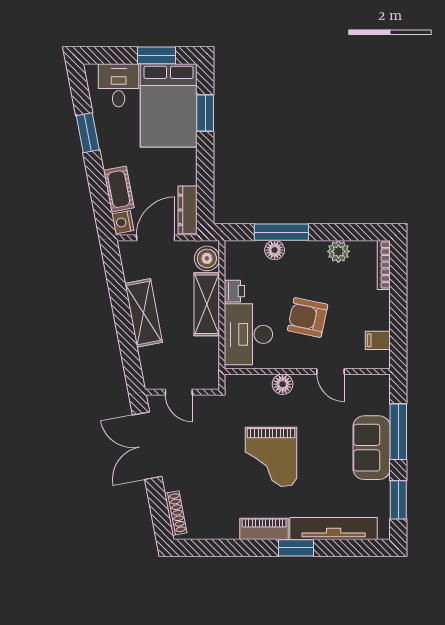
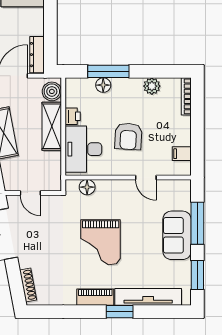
armchair: (308, 317) -> (128, 136), turned -99
floor lamp: (283, 384) -> (87, 187), moved

